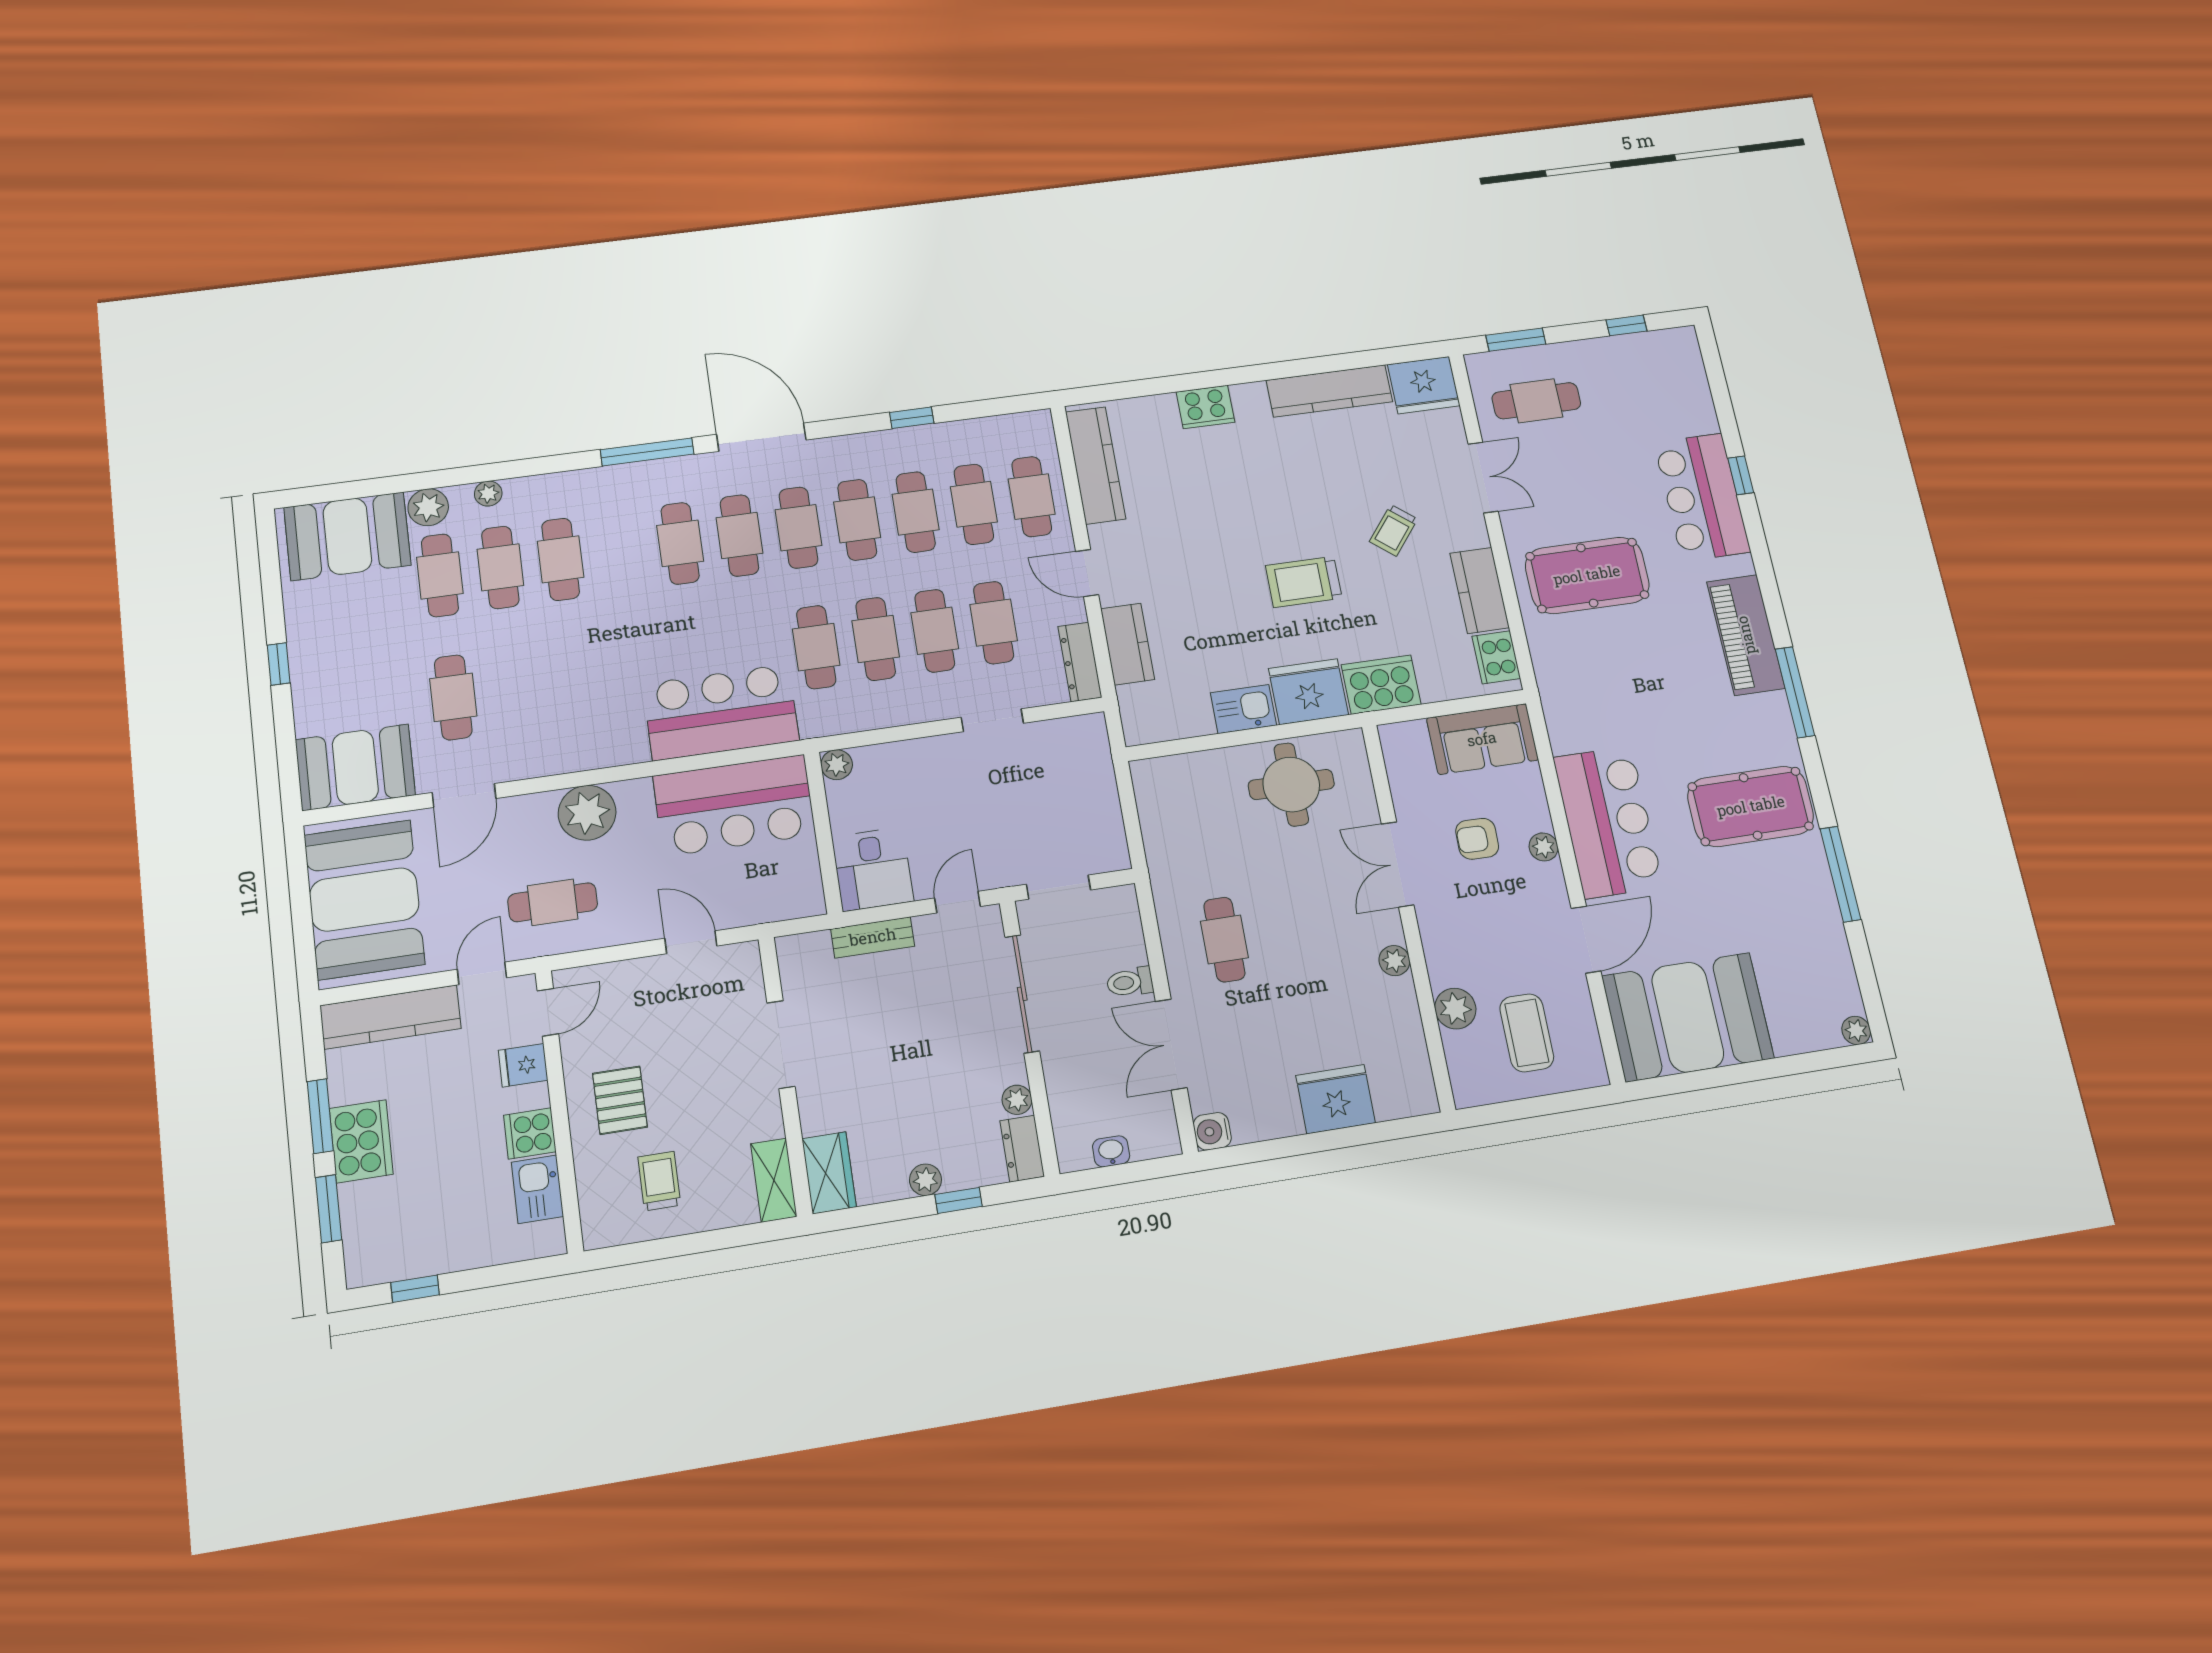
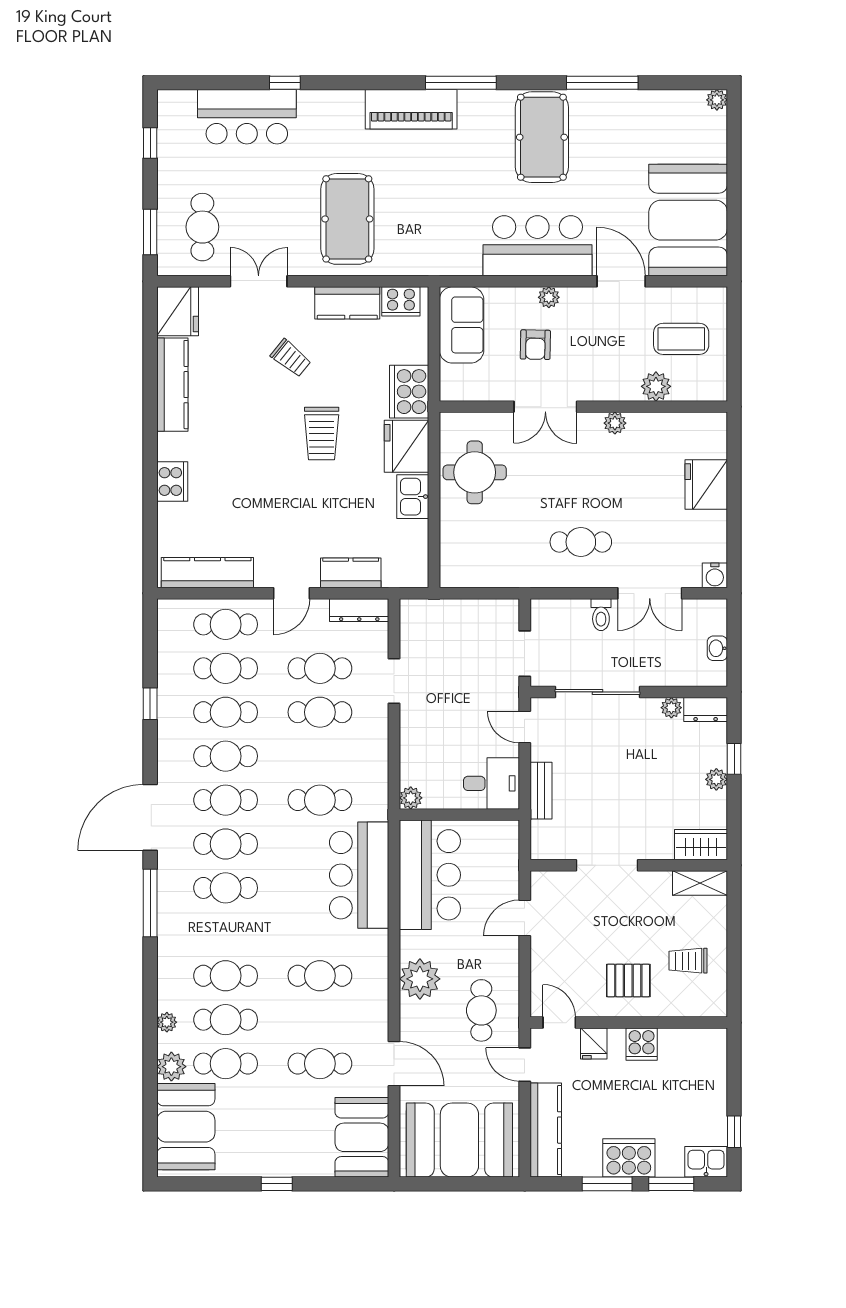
bar counter: (1702, 497) -> (247, 117), moved
cafe table: (876, 639) -> (320, 976), moved
kitchen sink: (537, 1189) -> (706, 1162), moved, turned 180

